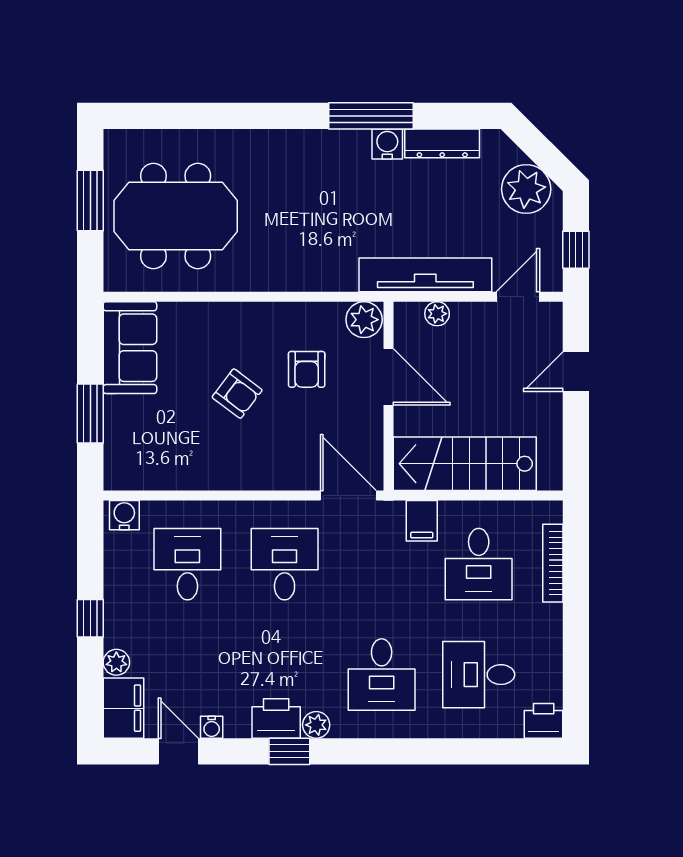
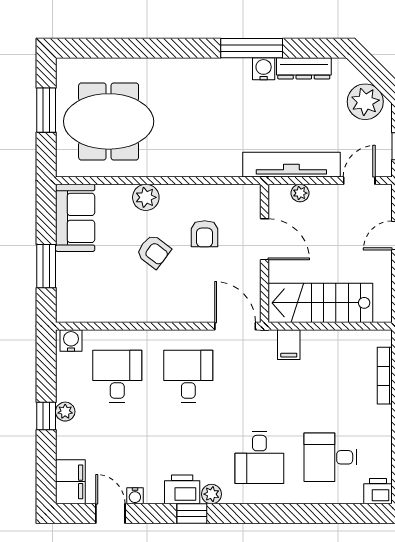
plant: (364, 320) -> (146, 197), moved
desk: (479, 564) -> (330, 376), removed
plant: (116, 662) -> (65, 412), moved

